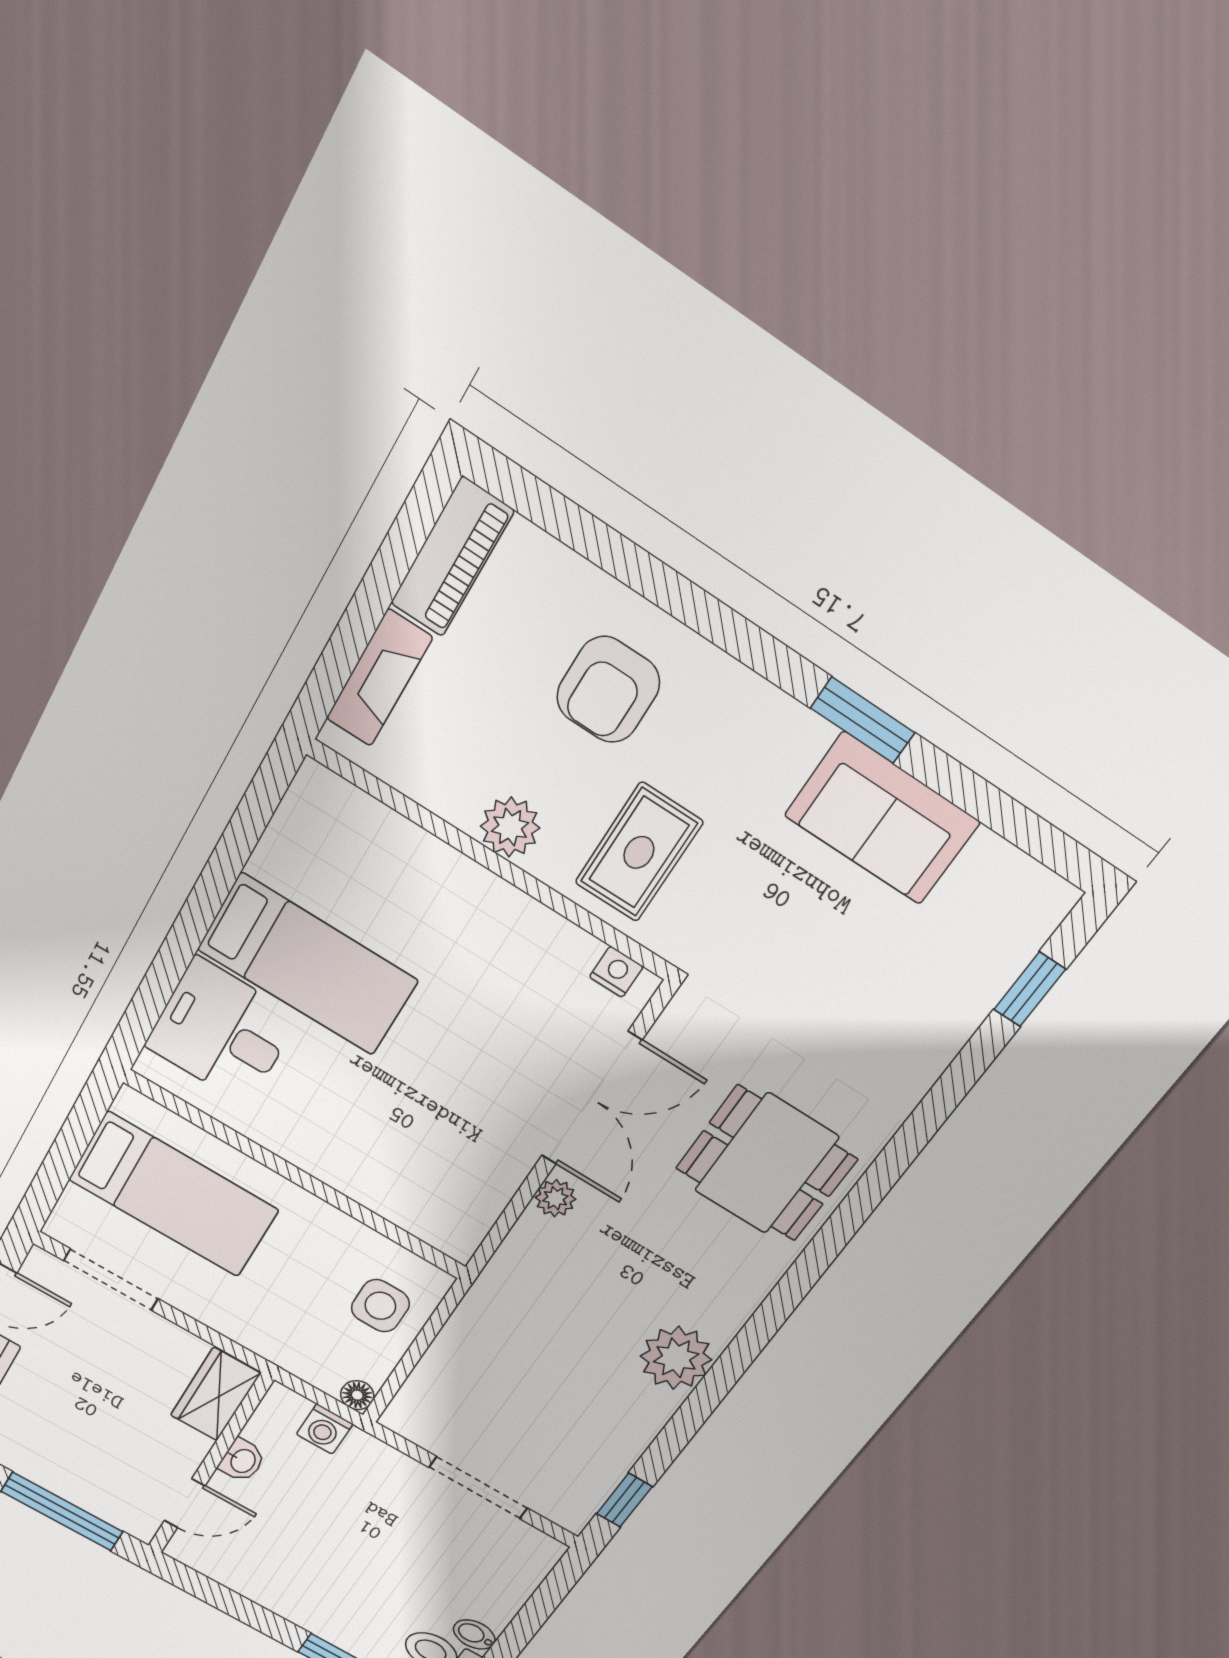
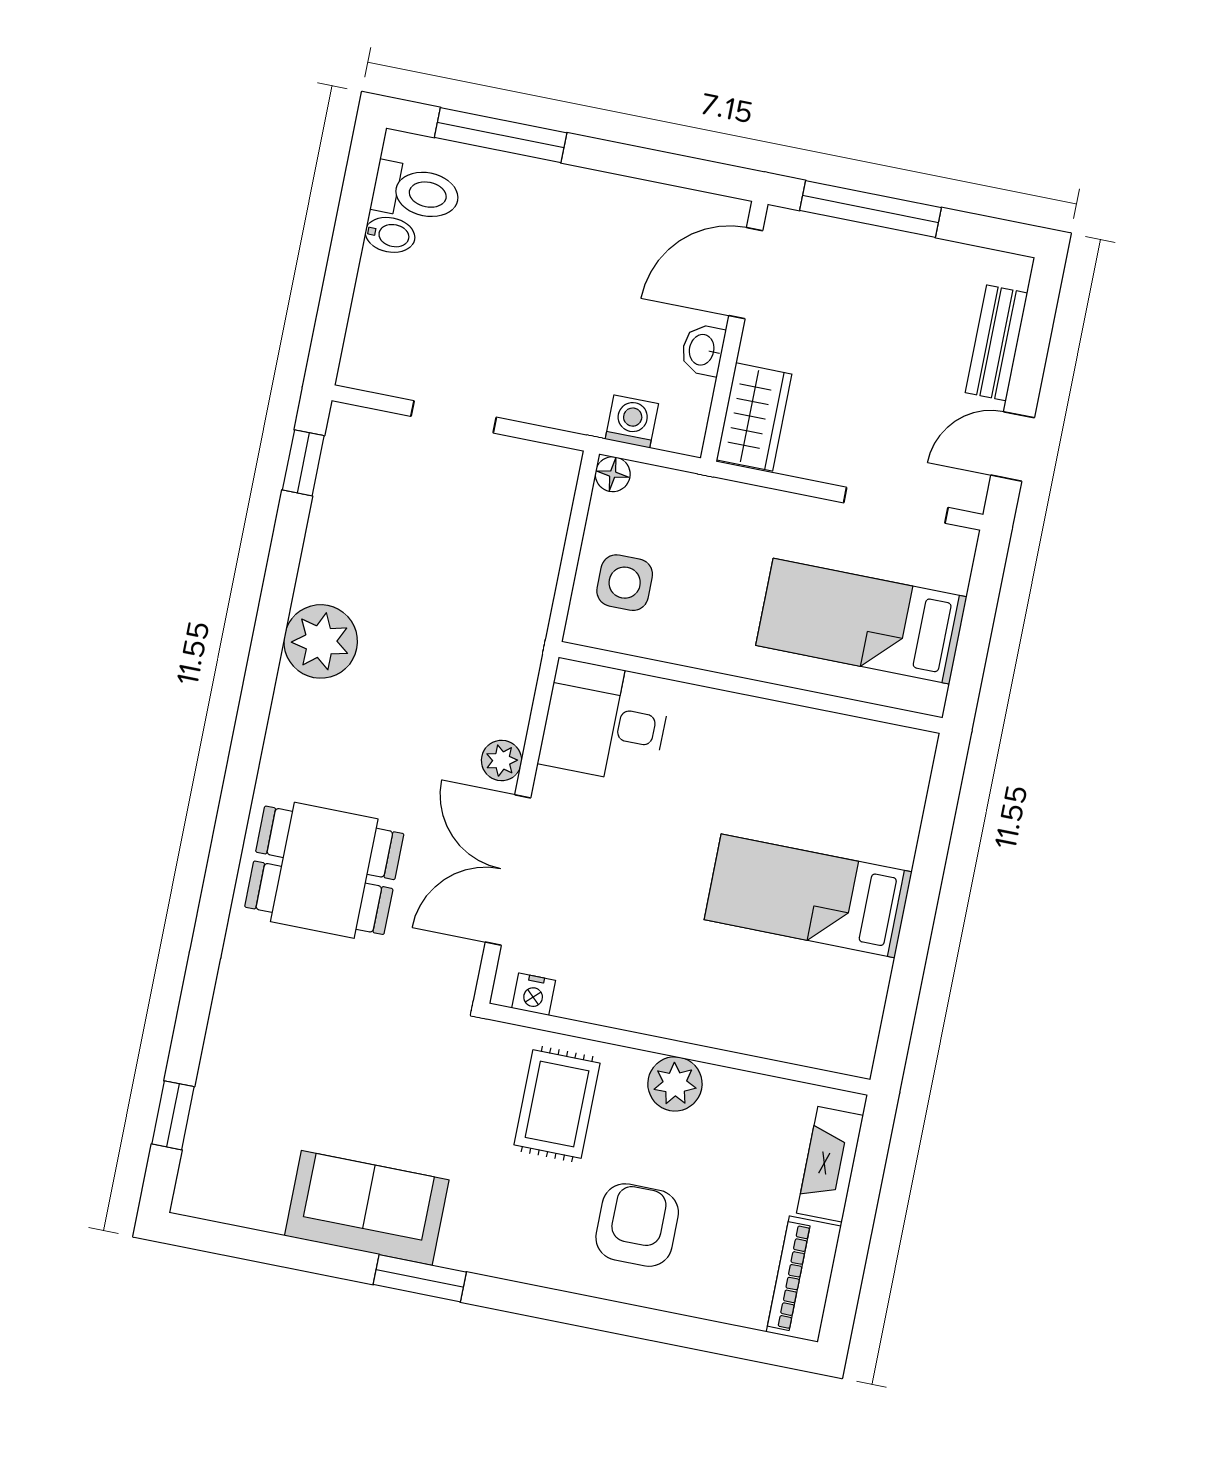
desk: (222, 1032) -> (605, 722), moved, turned 180
doorway: (478, 1488) -> (454, 417), width x0.73
door: (185, 1503) -> (746, 273), width x1.38

